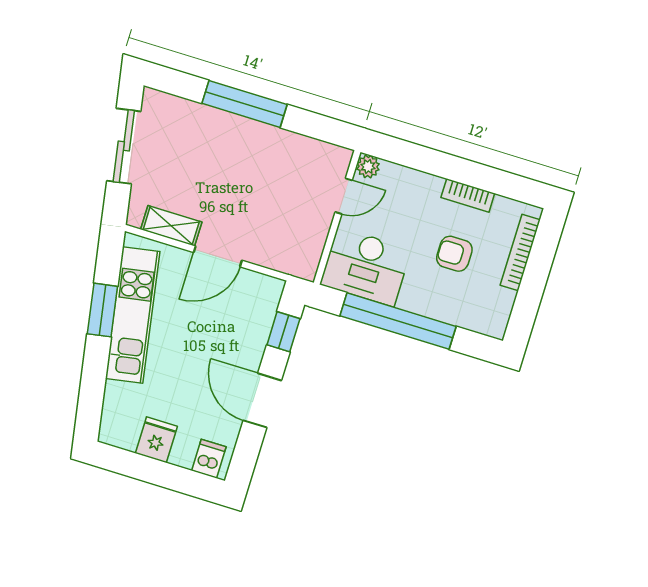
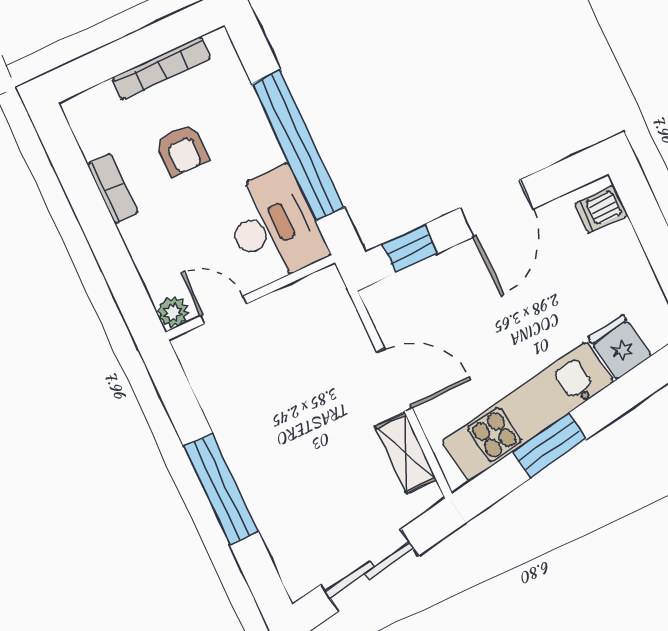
bookcase: (520, 253) -> (161, 68), moved
fridge: (156, 440) -> (620, 347), moved, turned 80

